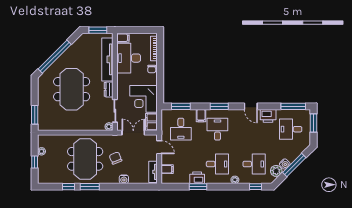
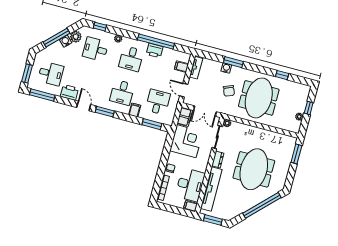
window: (219, 106) -> (105, 112), moved
desk: (217, 164) -> (131, 59), turned -90
window: (90, 187) -> (233, 62), moved
window: (198, 187) -> (156, 42), width x2.11

